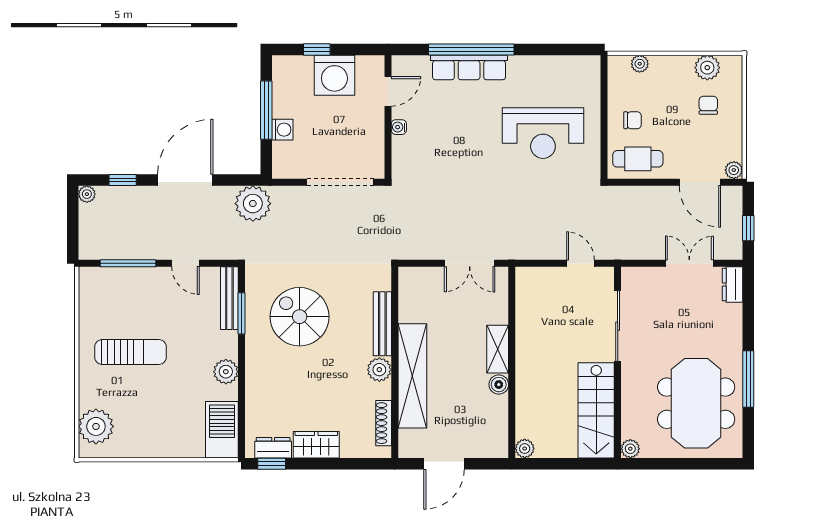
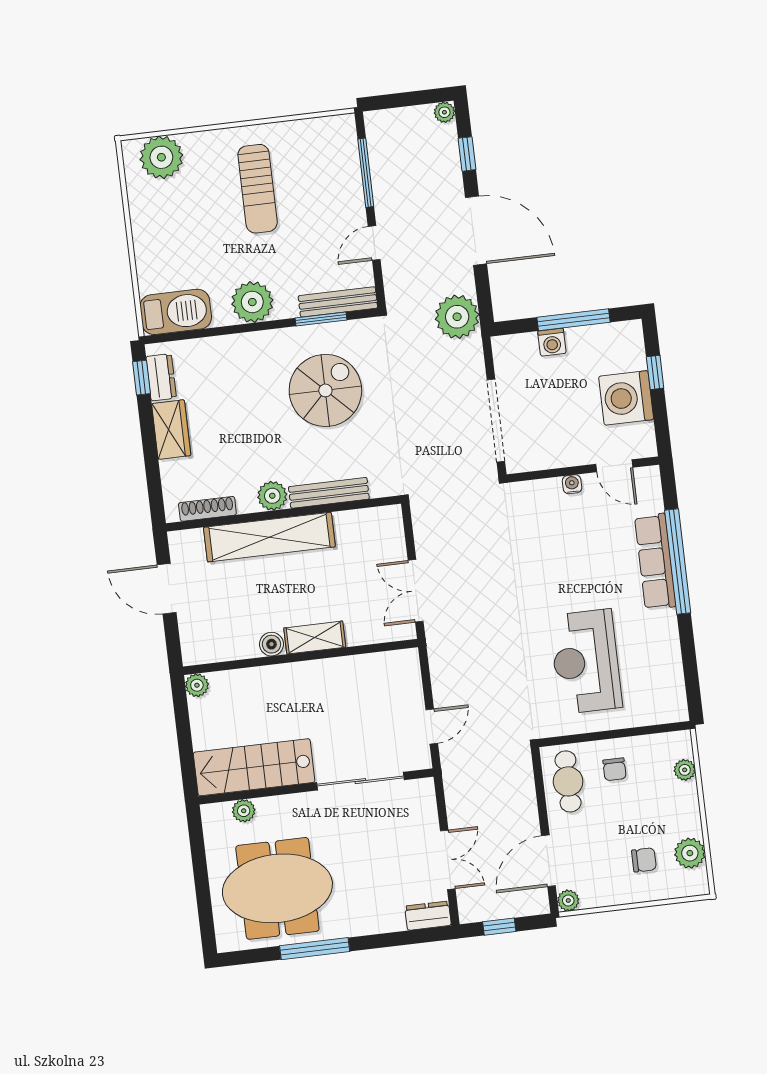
plant: (226, 372) -> (252, 302), width x1.36, depth x1.36
plant: (630, 449) -> (244, 811), moved

